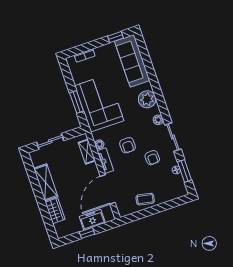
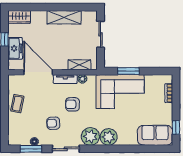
sofa: (132, 61) -> (155, 135), width x0.73
plant: (158, 120) -> (90, 136), width x1.87, depth x1.87
wardrobe: (55, 211) -> (19, 17), moved

